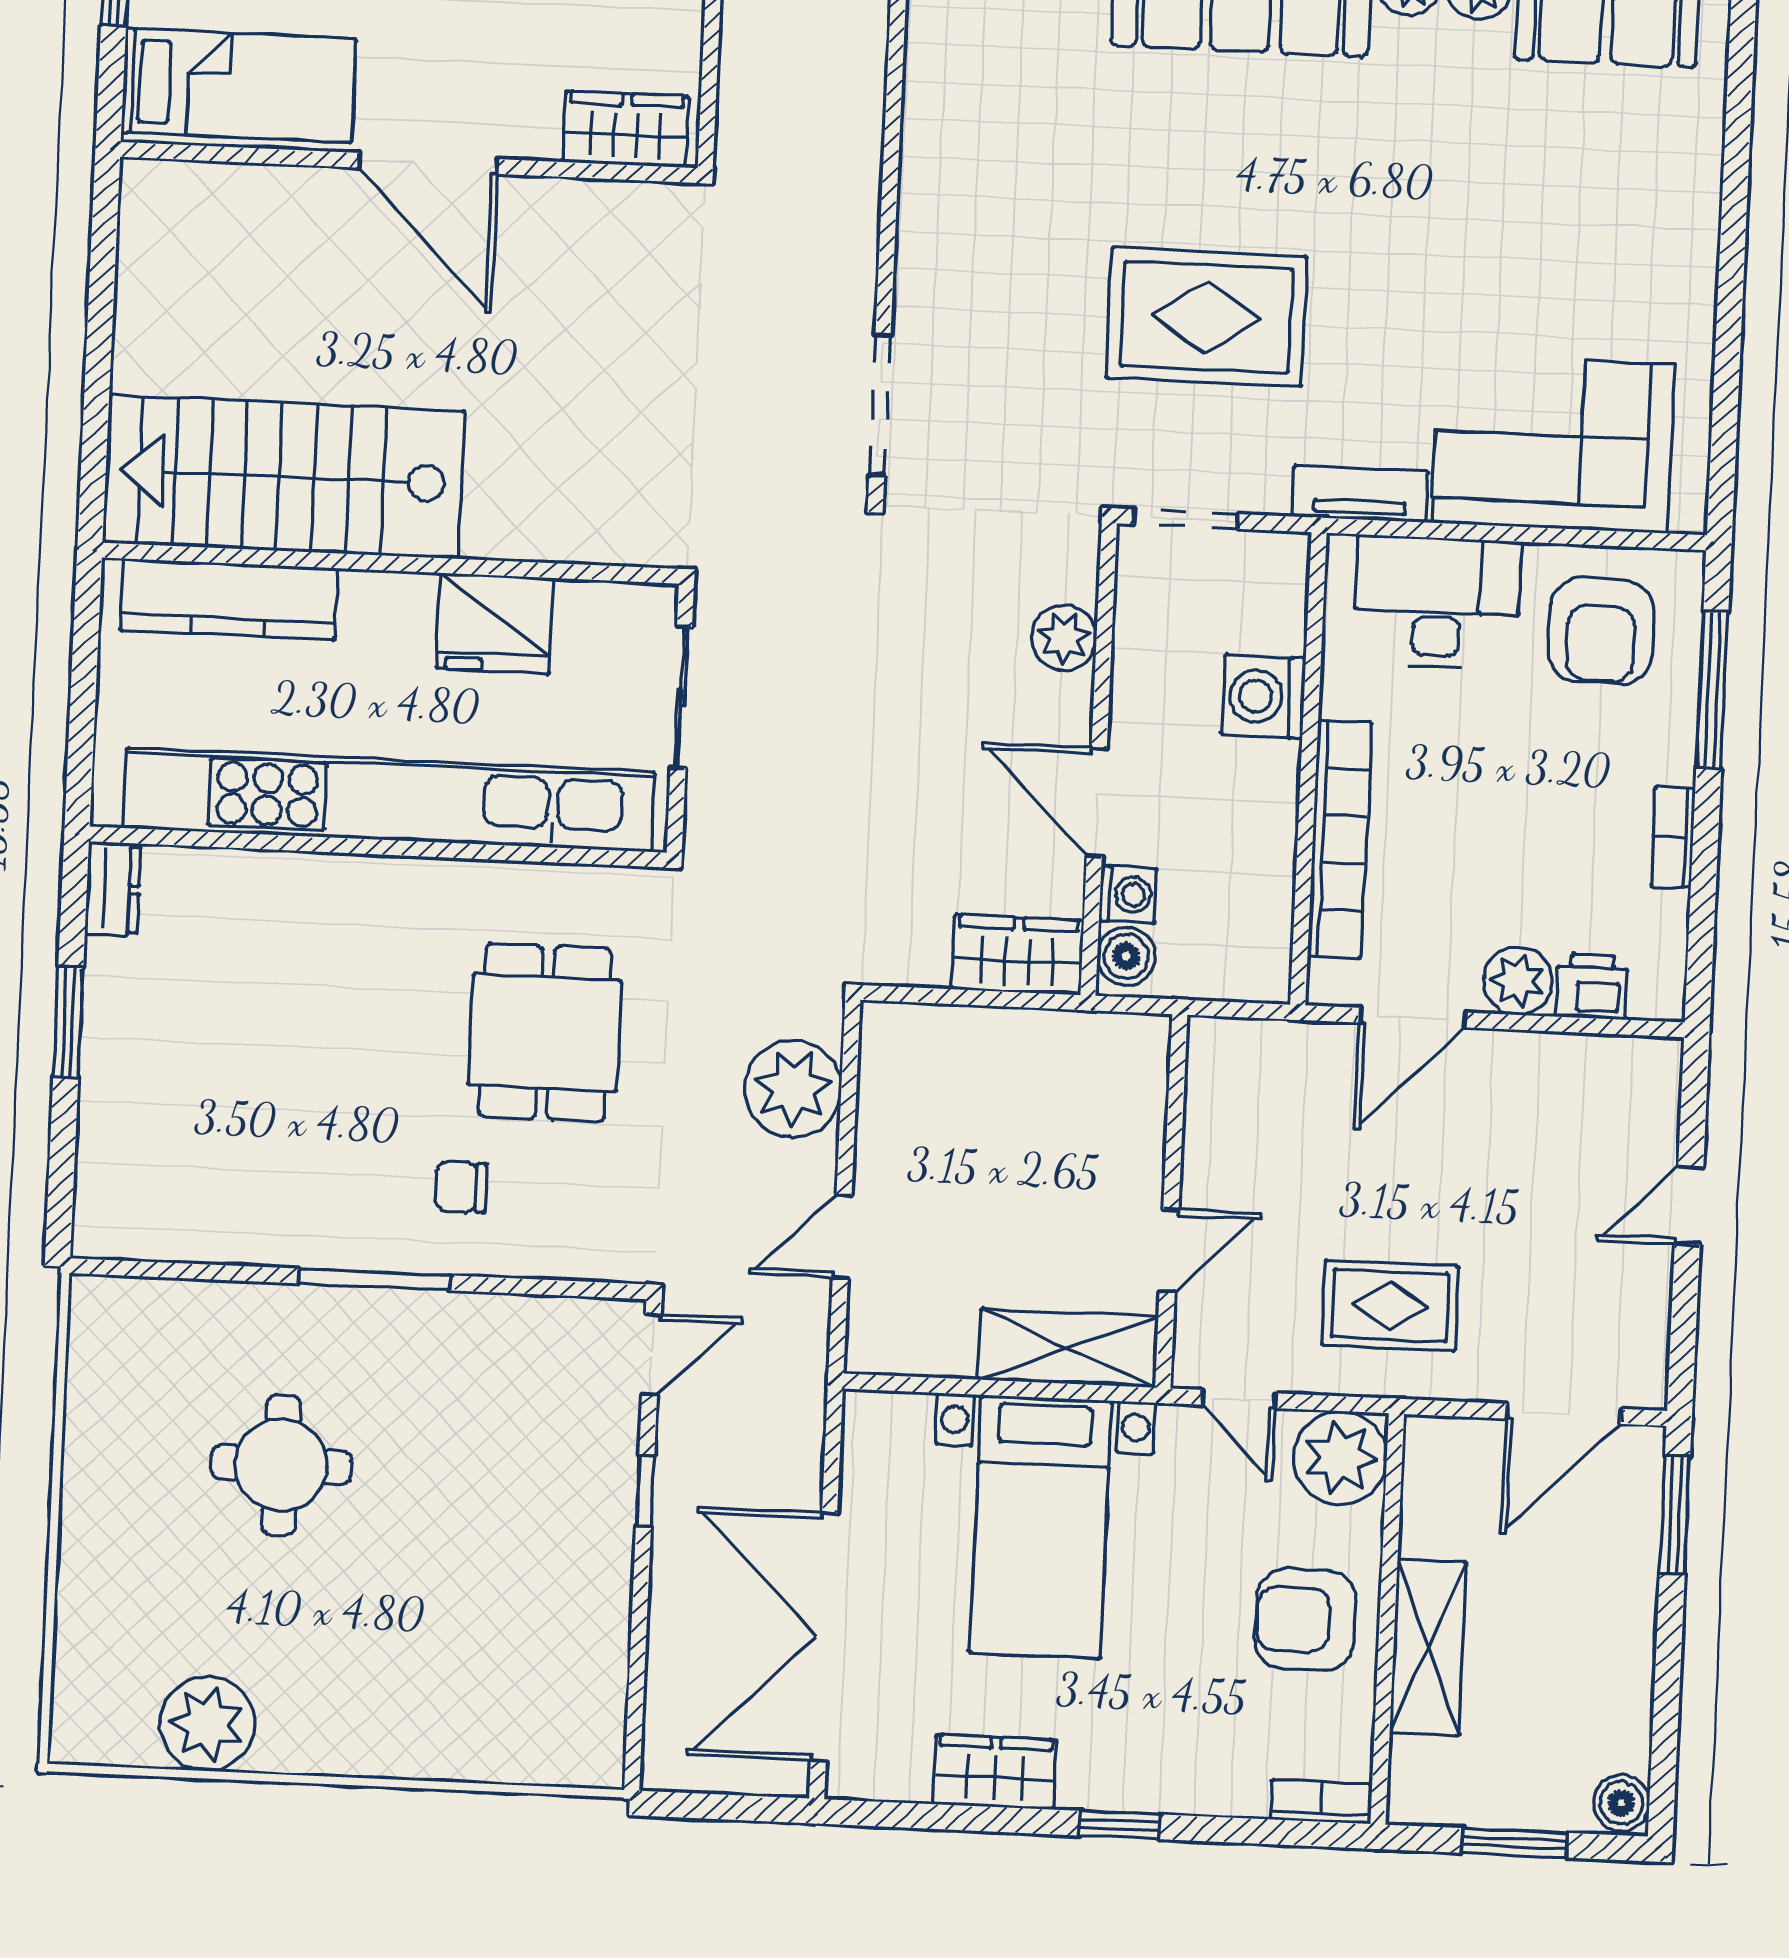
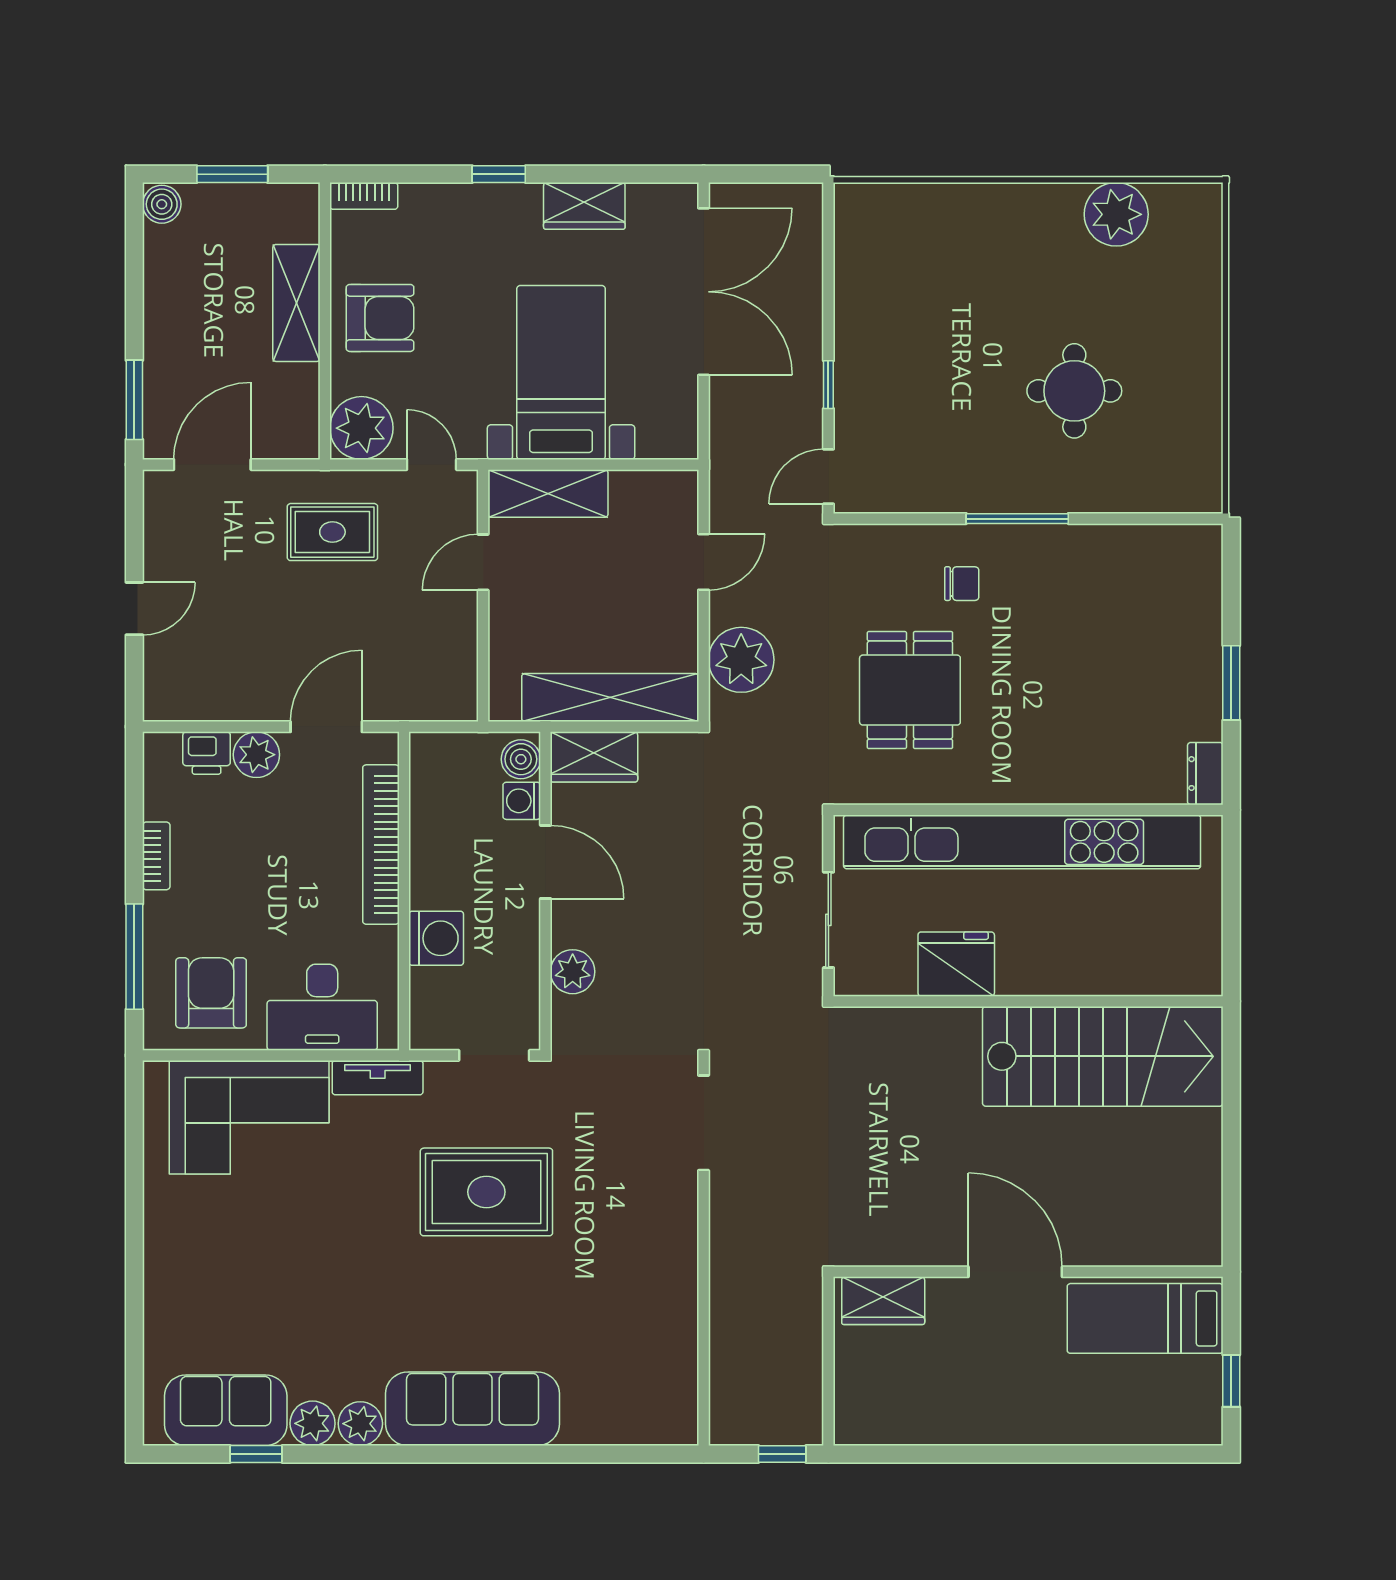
kitchen counter: (229, 599) -> (1136, 972), removed
shelving: (990, 1042) -> (610, 698), added

